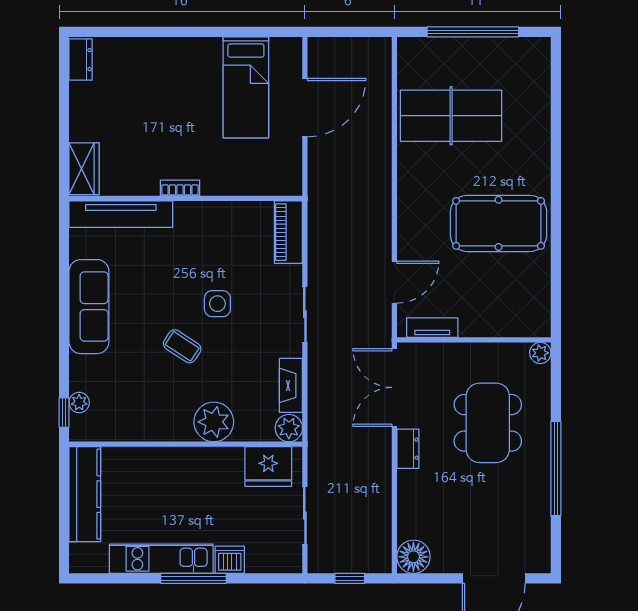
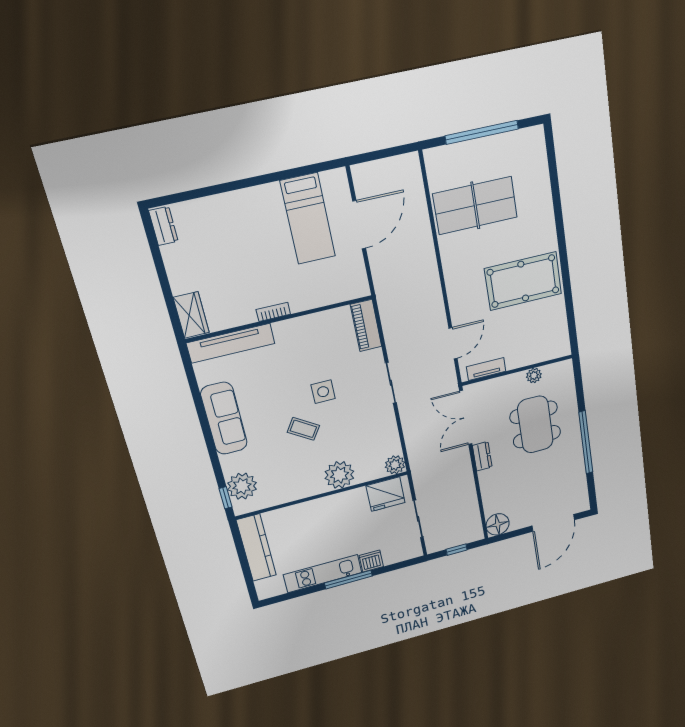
plant: (540, 353) -> (534, 375), moved
fireplace: (291, 385) -> (391, 435), removed
plant: (79, 403) -> (242, 486), width x1.88, depth x1.88

